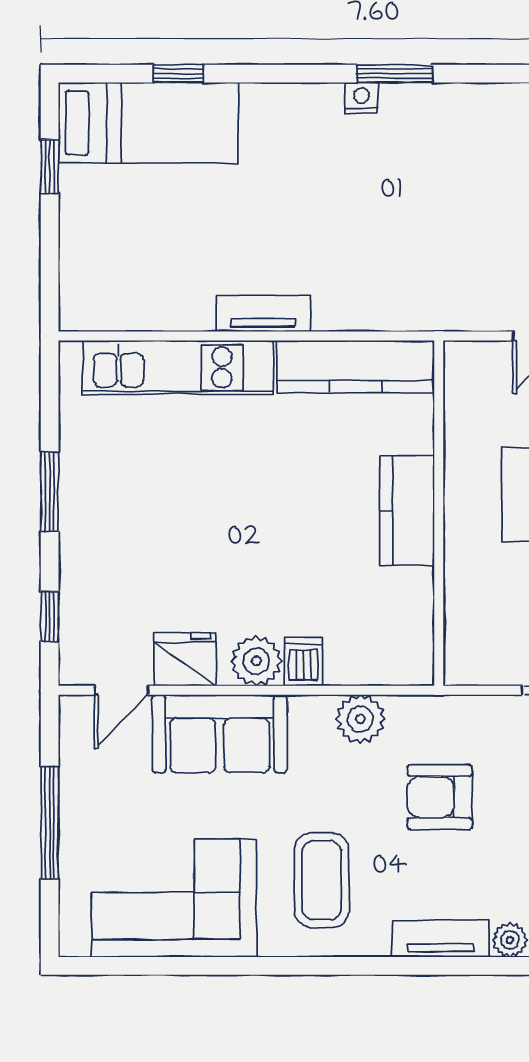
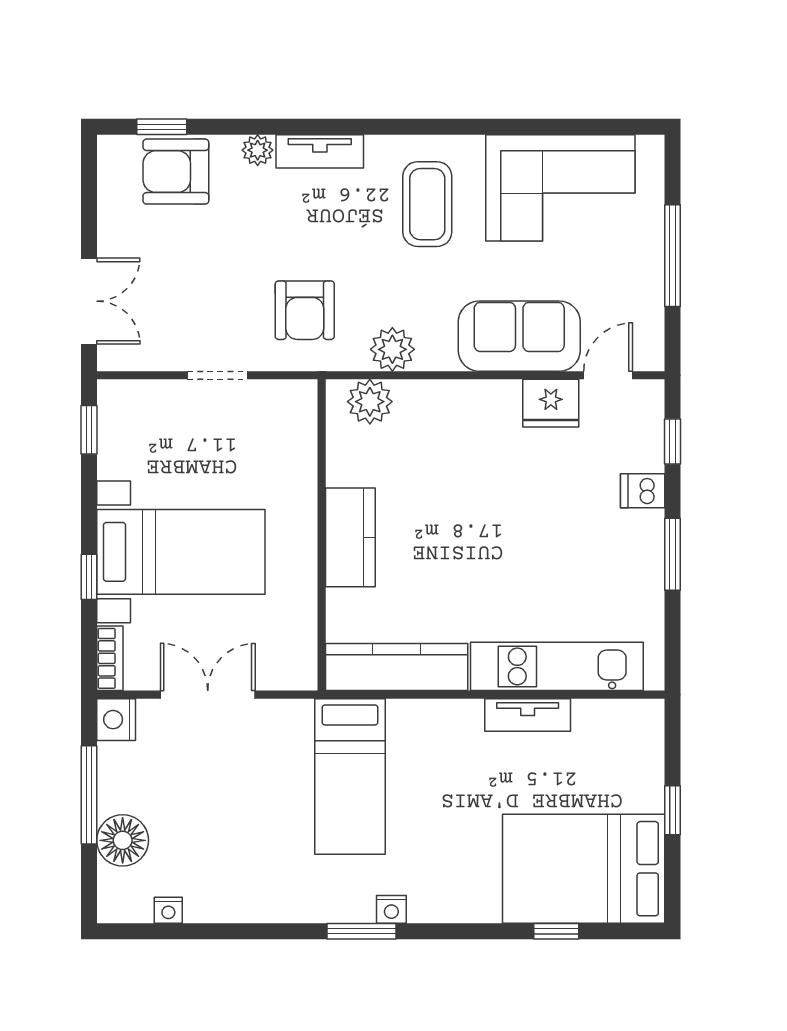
bed: (148, 123) -> (584, 869), width x1.50
window: (50, 166) -> (673, 810), moved
bed: (407, 245) -> (350, 777), added
tv unit: (263, 314) -> (528, 715), moved
plant: (256, 661) -> (370, 402), moved
dishwasher: (304, 662) -> (643, 491), moved, turned 90
armchair: (440, 797) -> (305, 310), moved, turned 90

